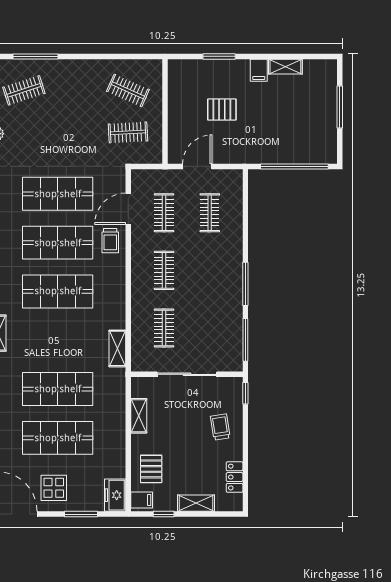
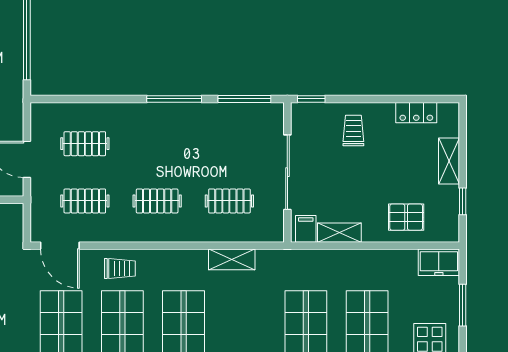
door: (128, 209) -> (60, 246), moved
shelving: (117, 348) -> (232, 259), moved
trolley: (220, 427) -> (353, 131), turned 99
filing cabinet: (142, 500) -> (306, 229), moved

